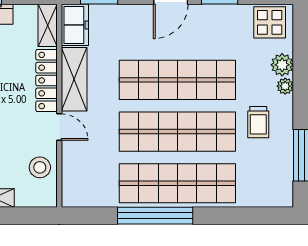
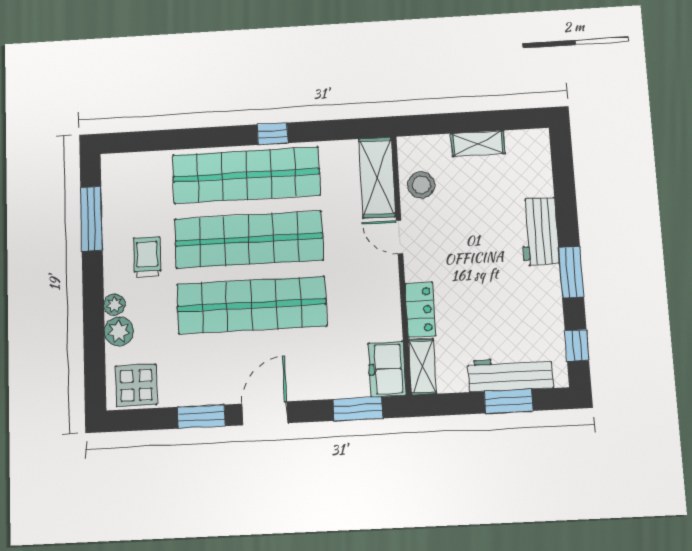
shelving: (74, 79) -> (377, 177), moved
locker: (47, 80) -> (420, 310), width x0.66
window: (155, 216) -> (273, 134), width x0.32

